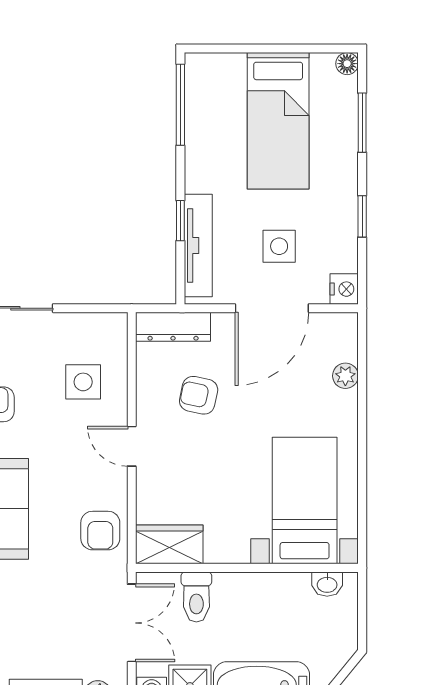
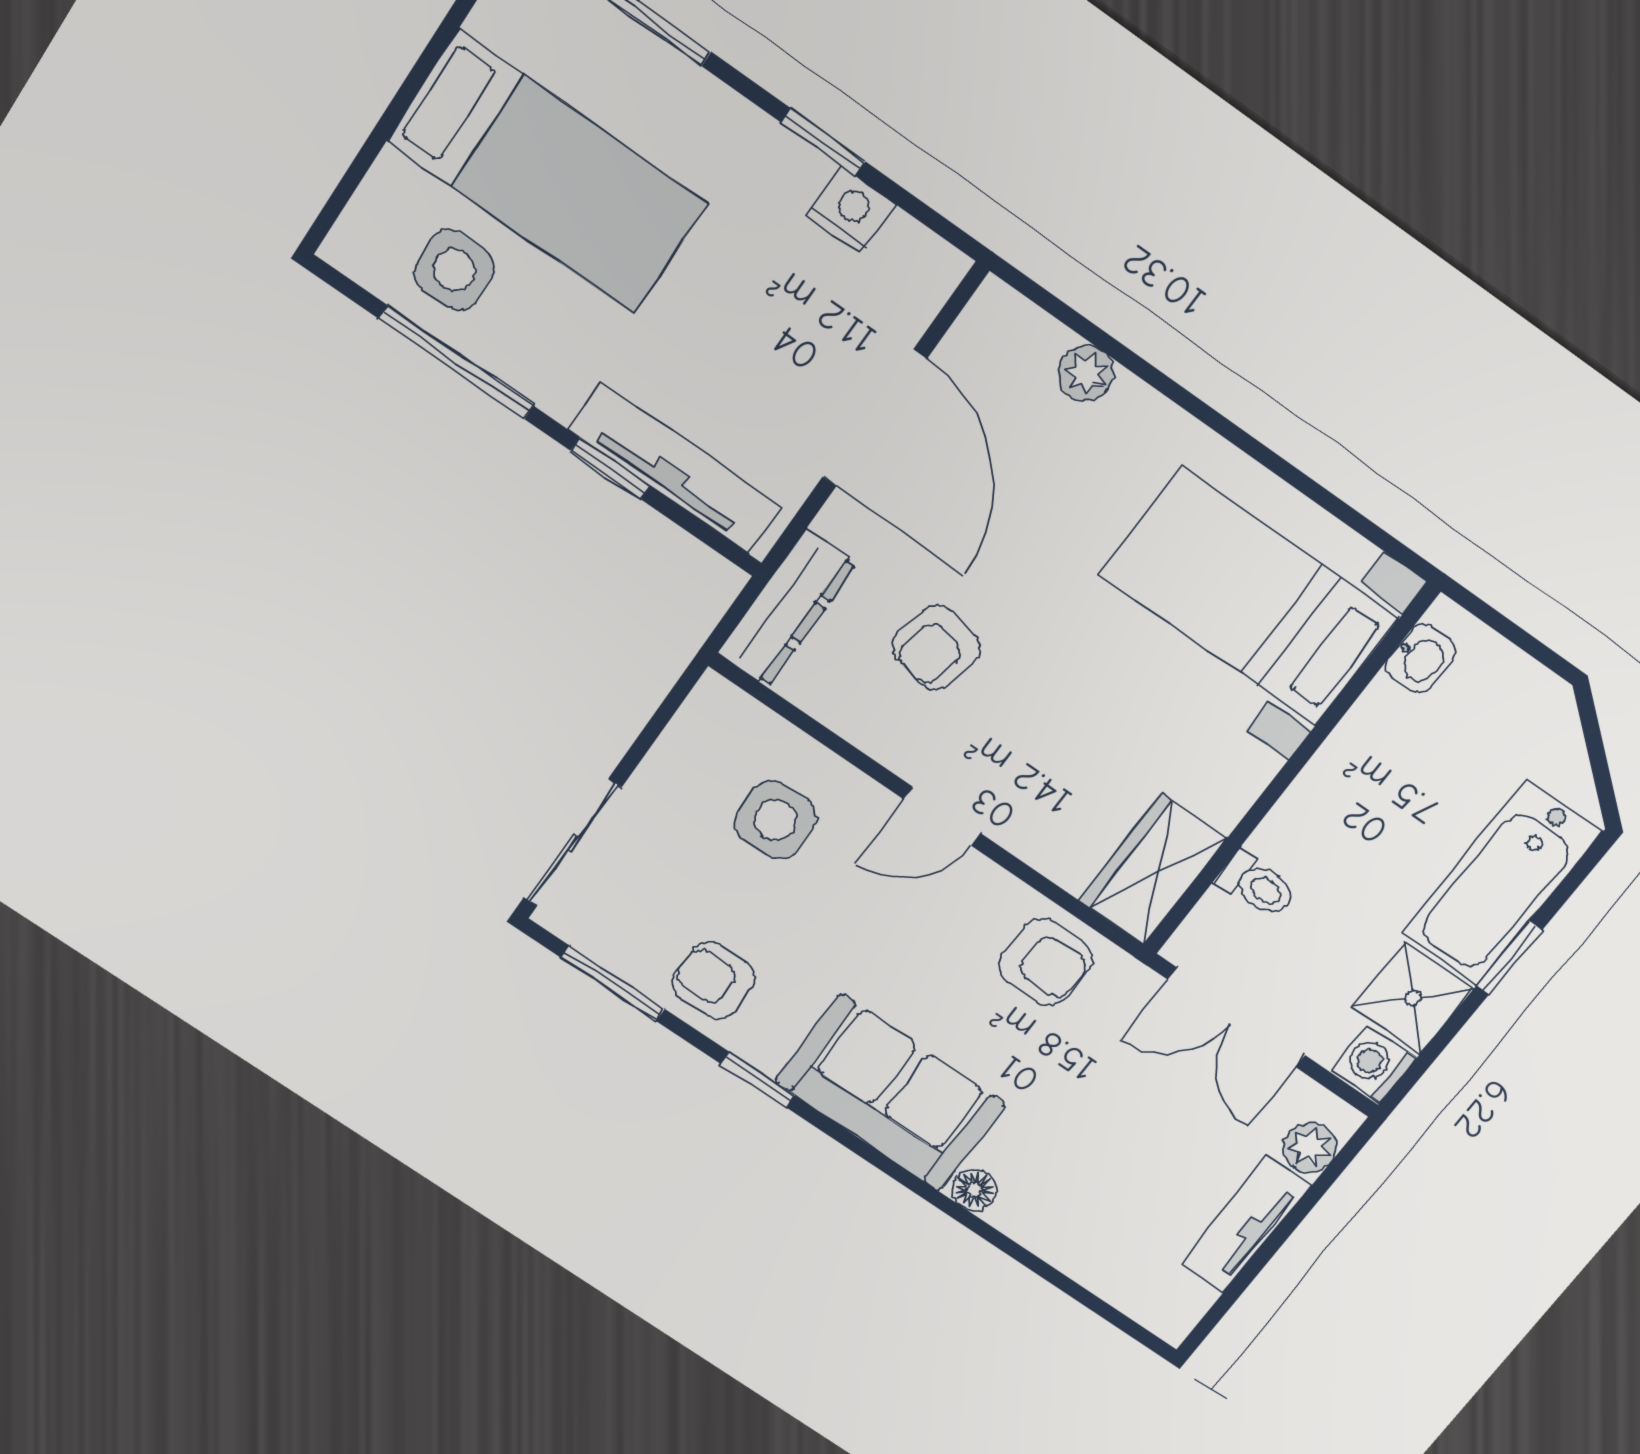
window: (180, 105) -> (456, 362), moved
side table: (279, 246) -> (454, 270), moved
nightstand: (344, 289) -> (851, 210), moved
toilet: (196, 597) -> (1257, 885), width x0.73, depth x0.72
double door: (132, 623) -> (1236, 1017), swing flipped

